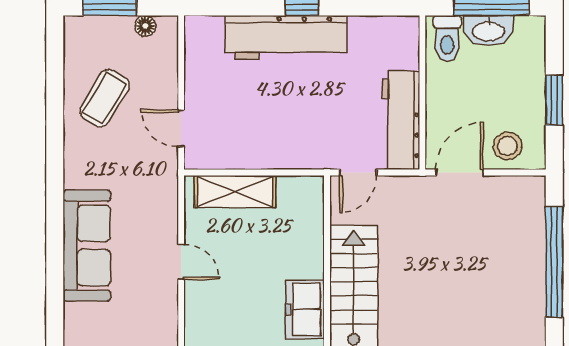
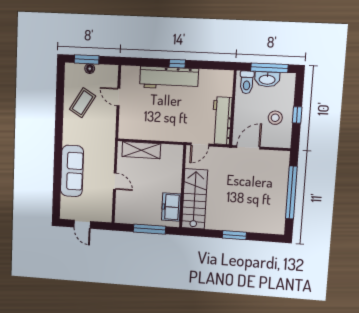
floor lamp: (145, 26) -> (90, 69), moved
window: (554, 100) -> (297, 115), width x0.67
door: (181, 128) -> (118, 97), moved
stool: (508, 146) -> (275, 118), moved

